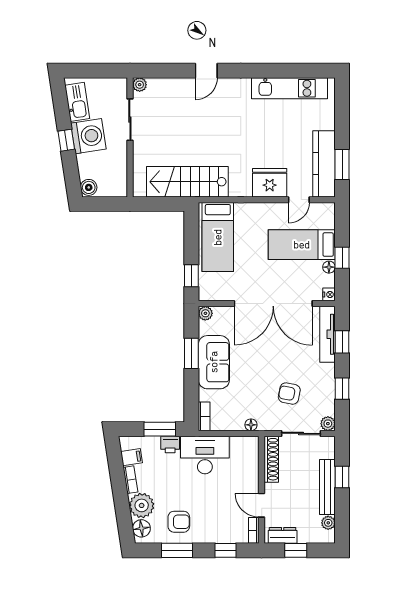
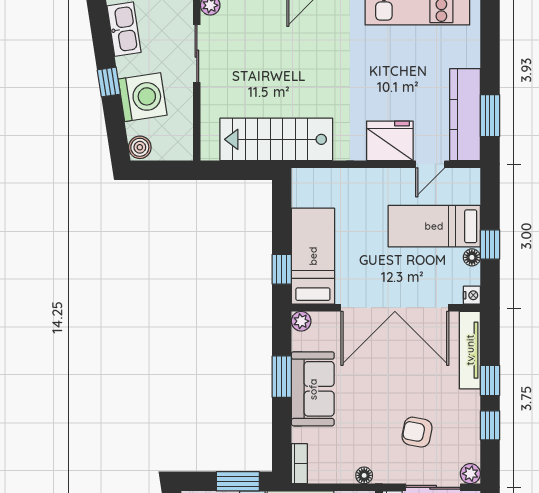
washing machine: (88, 136) -> (143, 97), moved
bed: (218, 237) -> (313, 256), moved, turned 180
window: (342, 342) -> (490, 380), moved

